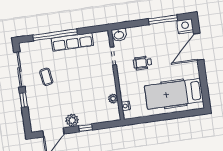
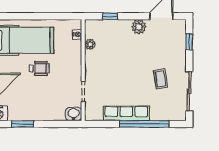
window: (163, 20) -> (23, 124), width x0.69
wheelchair: (143, 63) -> (39, 68), moved
window: (24, 100) -> (189, 42), moved
window: (86, 128) -> (110, 16), moved

